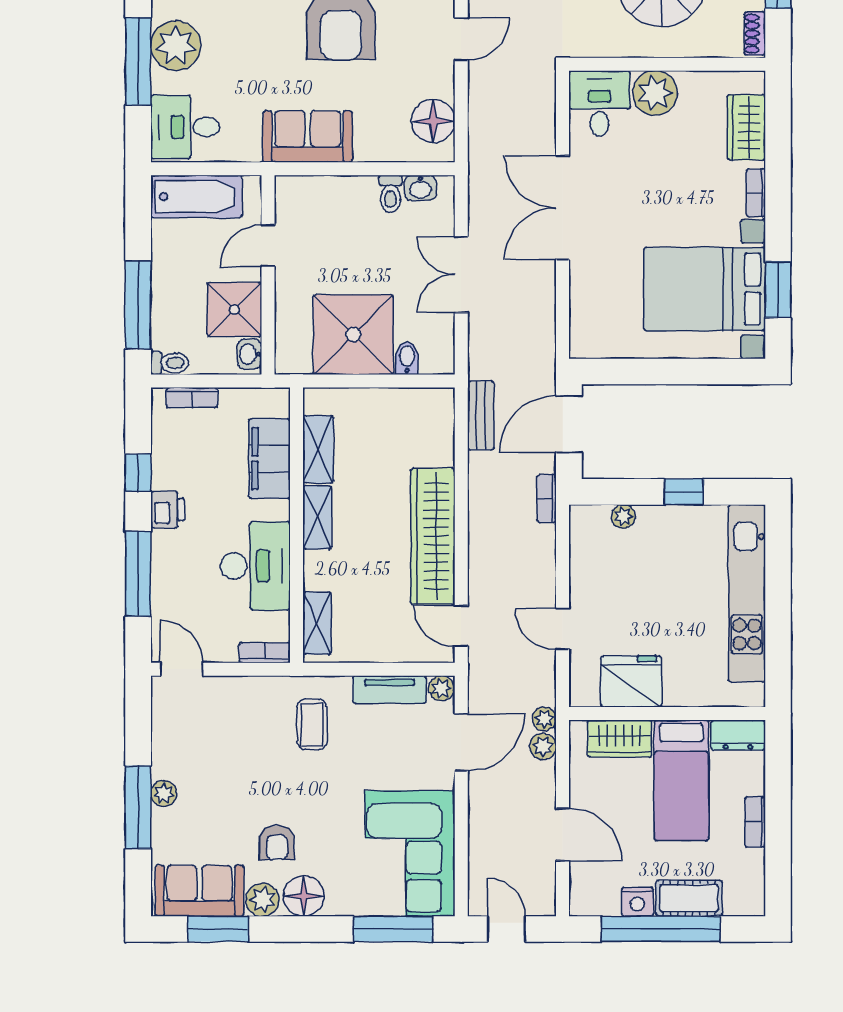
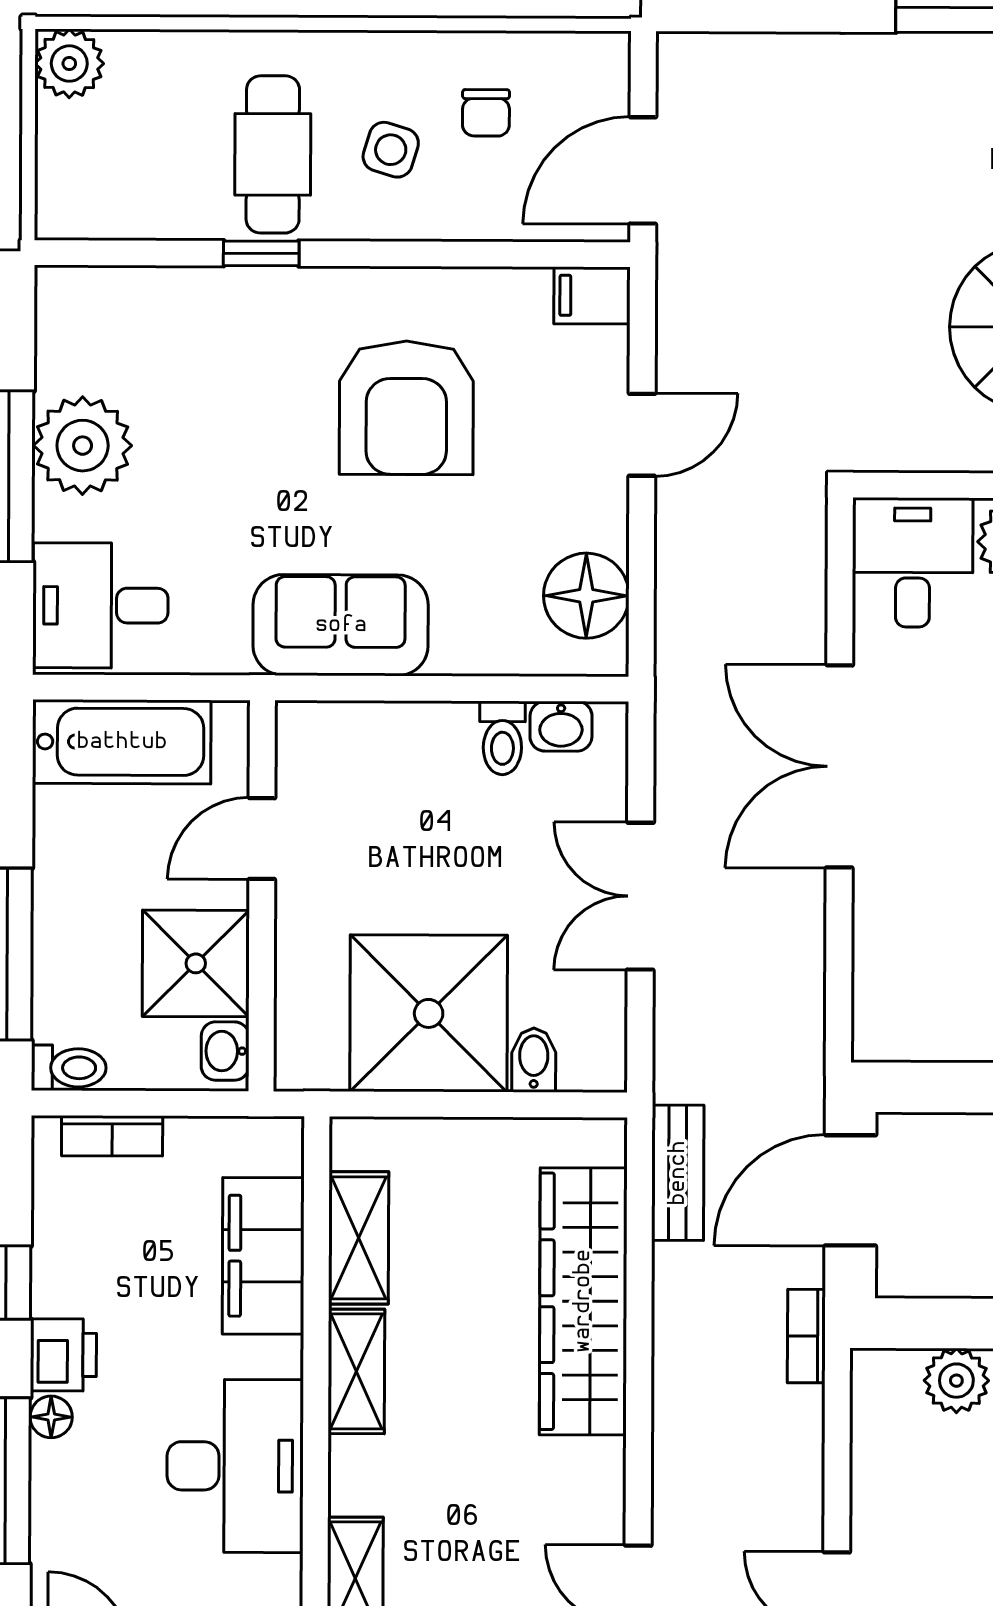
plant: (623, 517) -> (956, 1381), width x1.38, depth x1.38
wardrobe: (433, 536) -> (583, 1301), moved
floor lamp: (161, 541) -> (51, 1417), added

